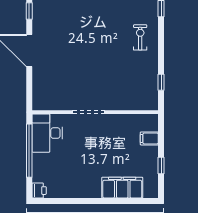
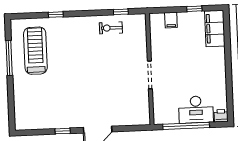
exercise bike: (140, 37) -> (111, 28), moved
desk: (47, 133) -> (196, 110), moved
filing cabinet: (122, 188) -> (215, 28), moved

